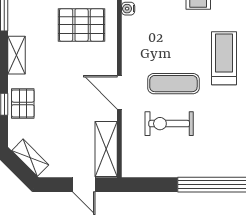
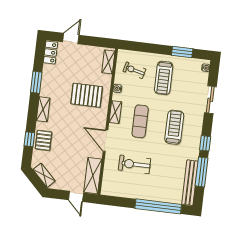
shelving: (129, 46) -> (115, 112), added
exercise mat: (173, 84) -> (140, 121), moved, turned 90

